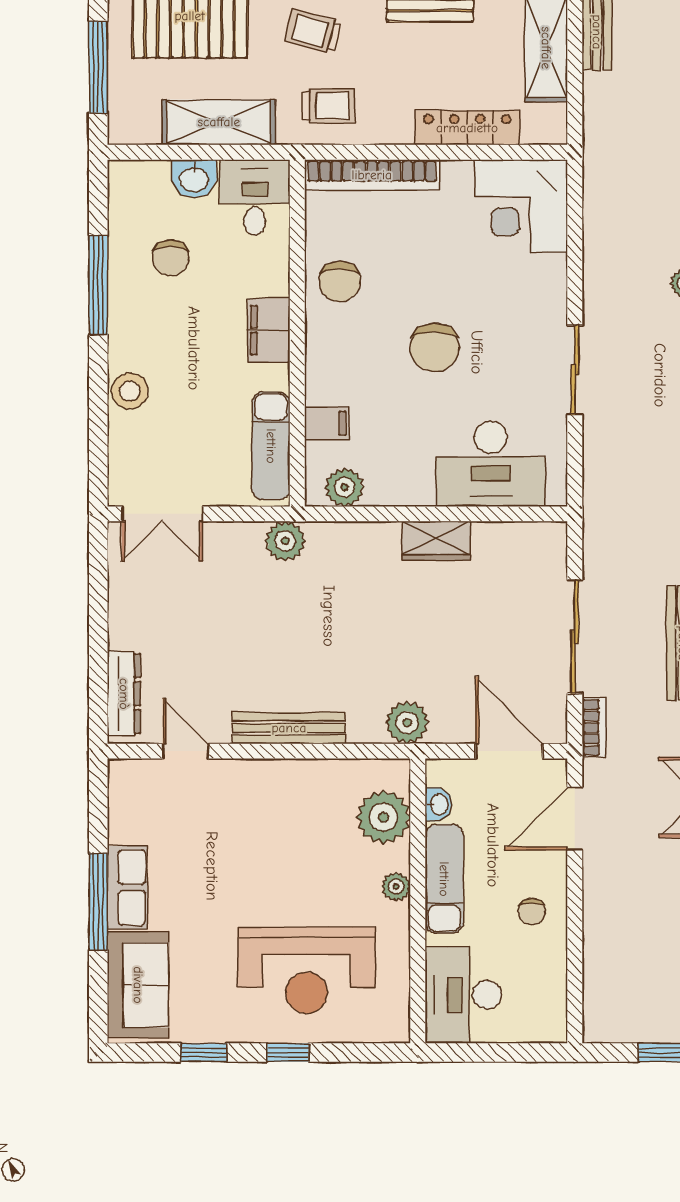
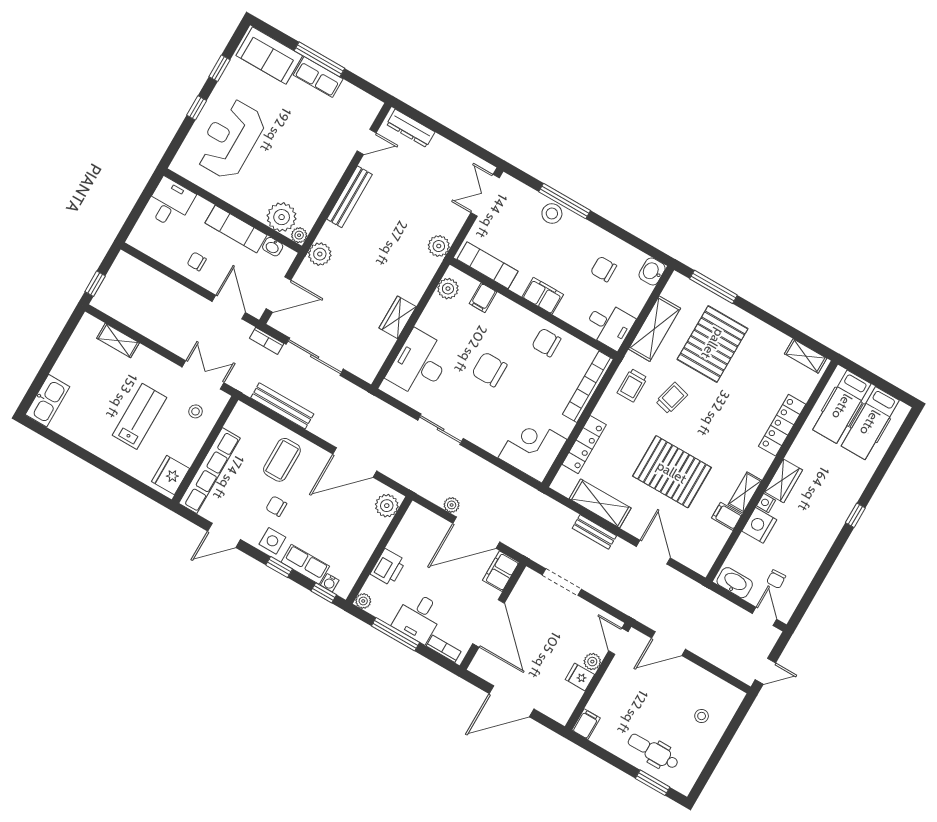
washbasin: (194, 179) -> (652, 271), moved
window: (98, 285) -> (565, 201), moved
plant: (396, 887) -> (299, 235), moved
desk: (463, 995) -> (170, 203), width x0.73

